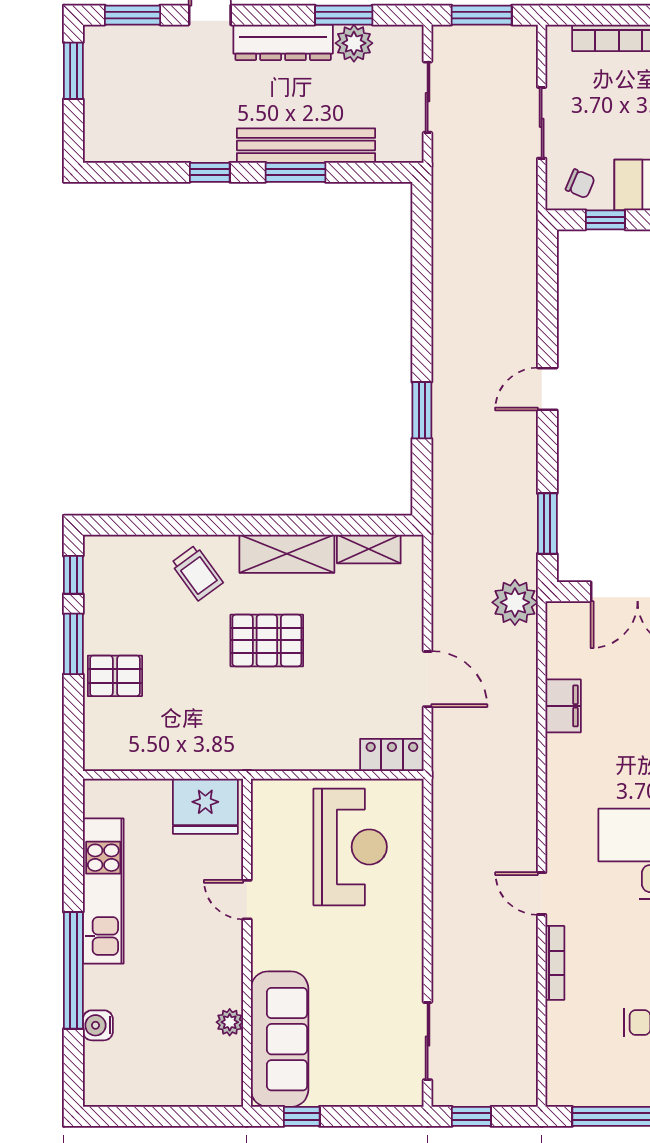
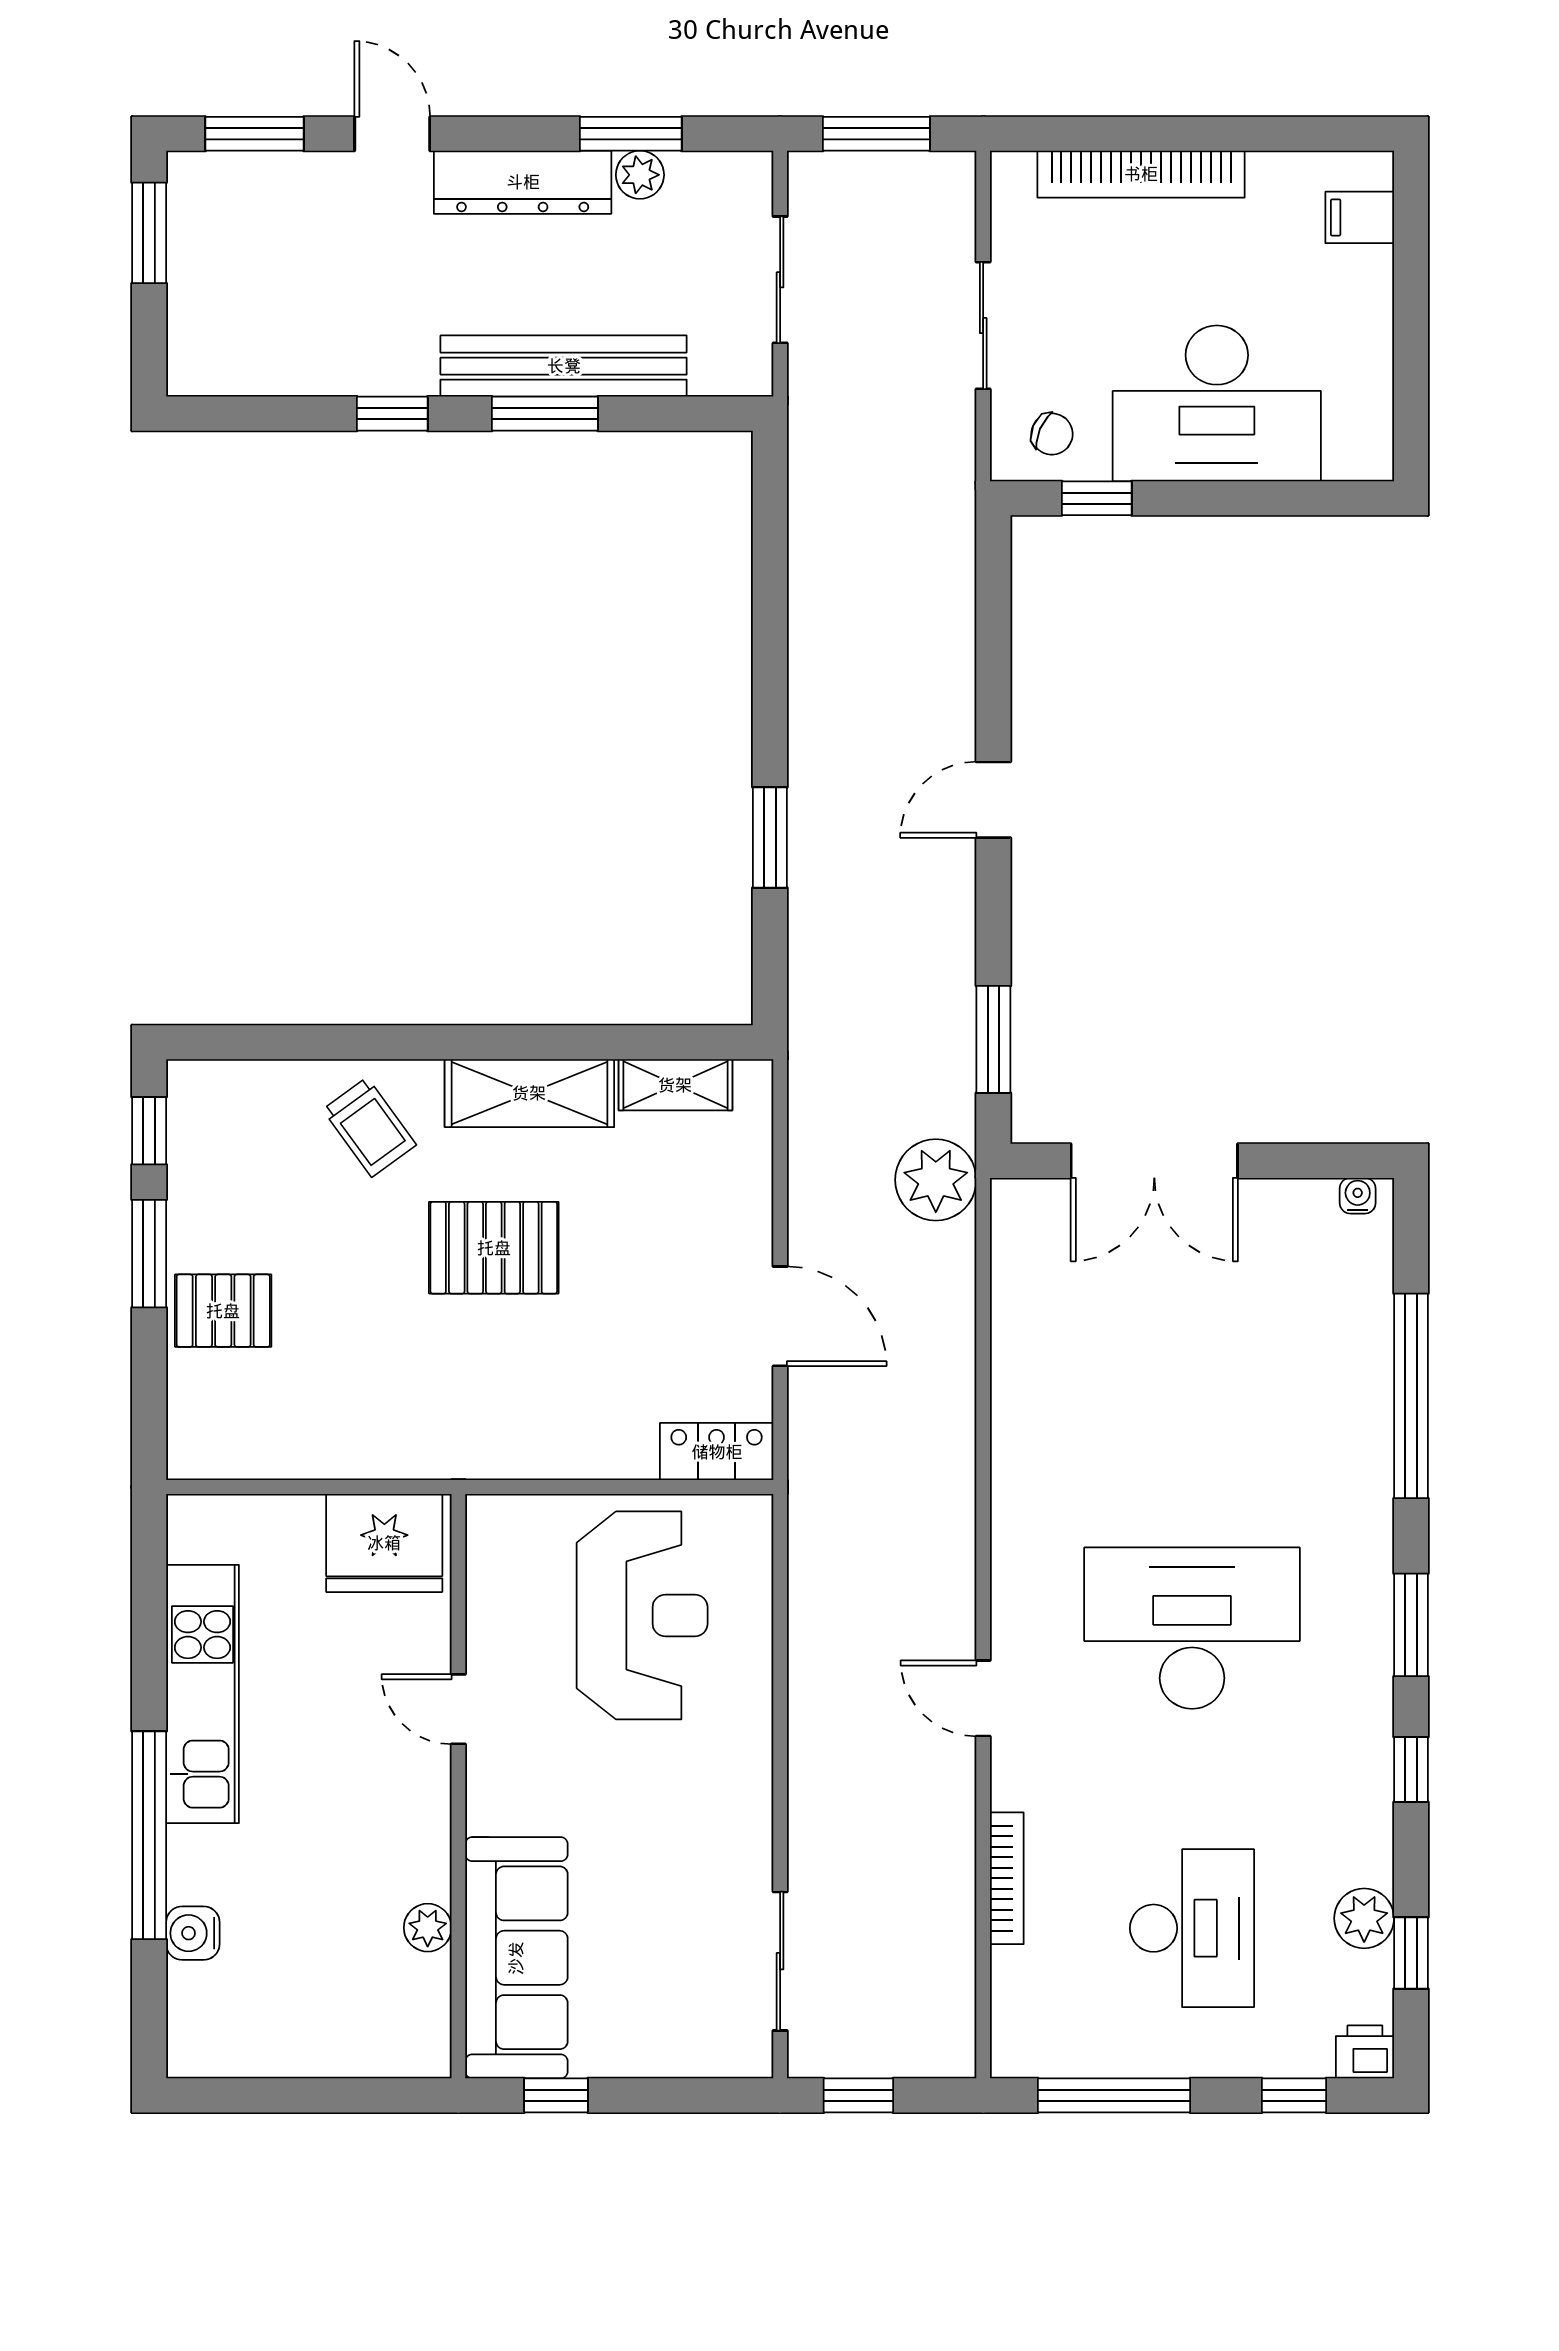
plant: (354, 43) -> (640, 175), width x0.73, depth x0.73
filing cabinet: (563, 706) -> (1022, 1364), removed
bookcase: (555, 963) -> (1007, 1878), moved

